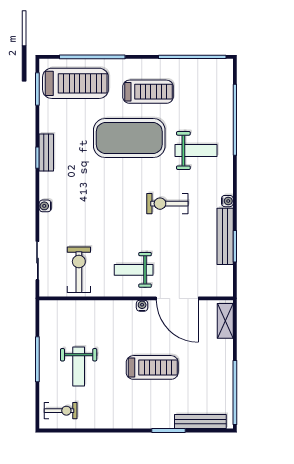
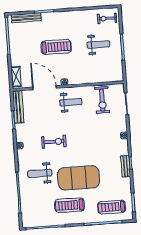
treadmill: (75, 83) -> (112, 207), width x0.73, depth x0.73
bench: (225, 236) -> (18, 107), moved
weight bench: (79, 367) -> (98, 44), turned 90
treadmill: (152, 367) -> (56, 47), turned 180

